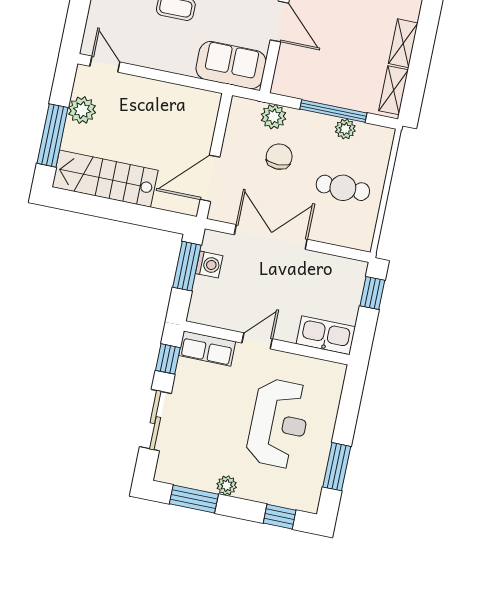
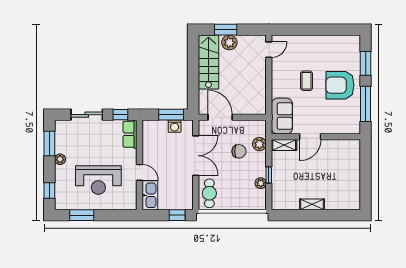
shelving: (393, 90) -> (284, 145), moved
plant: (82, 110) -> (229, 42), moved
window: (333, 111) -> (269, 175), width x0.46
window: (53, 135) -> (226, 30), width x0.69
cafe table: (343, 188) -> (209, 193), moved
door: (257, 341) -> (140, 172), moved

